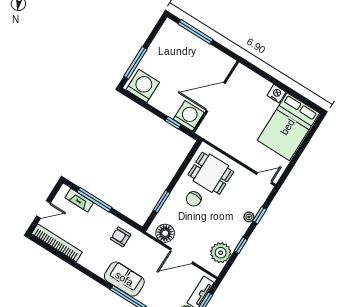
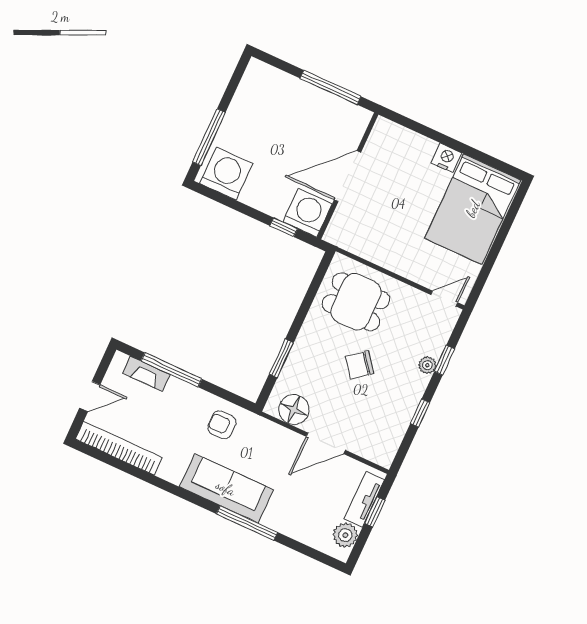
window: (196, 32) -> (330, 87), moved
chair: (194, 199) -> (360, 365), moved, turned 51
plant: (221, 253) -> (389, 430), removed
sofa: (124, 279) -> (226, 488), width x1.36

